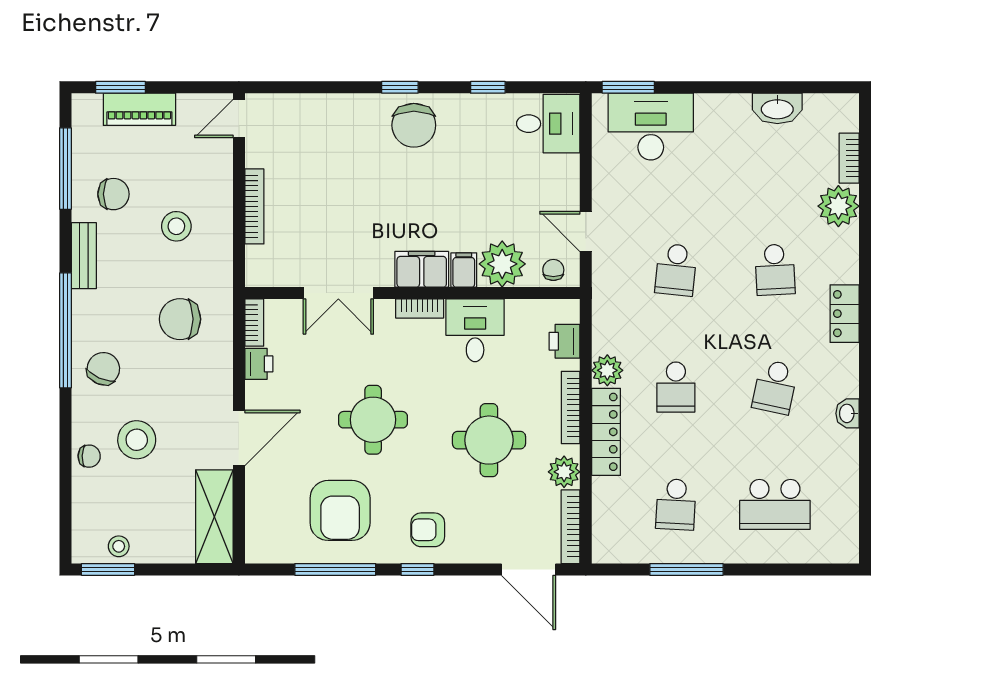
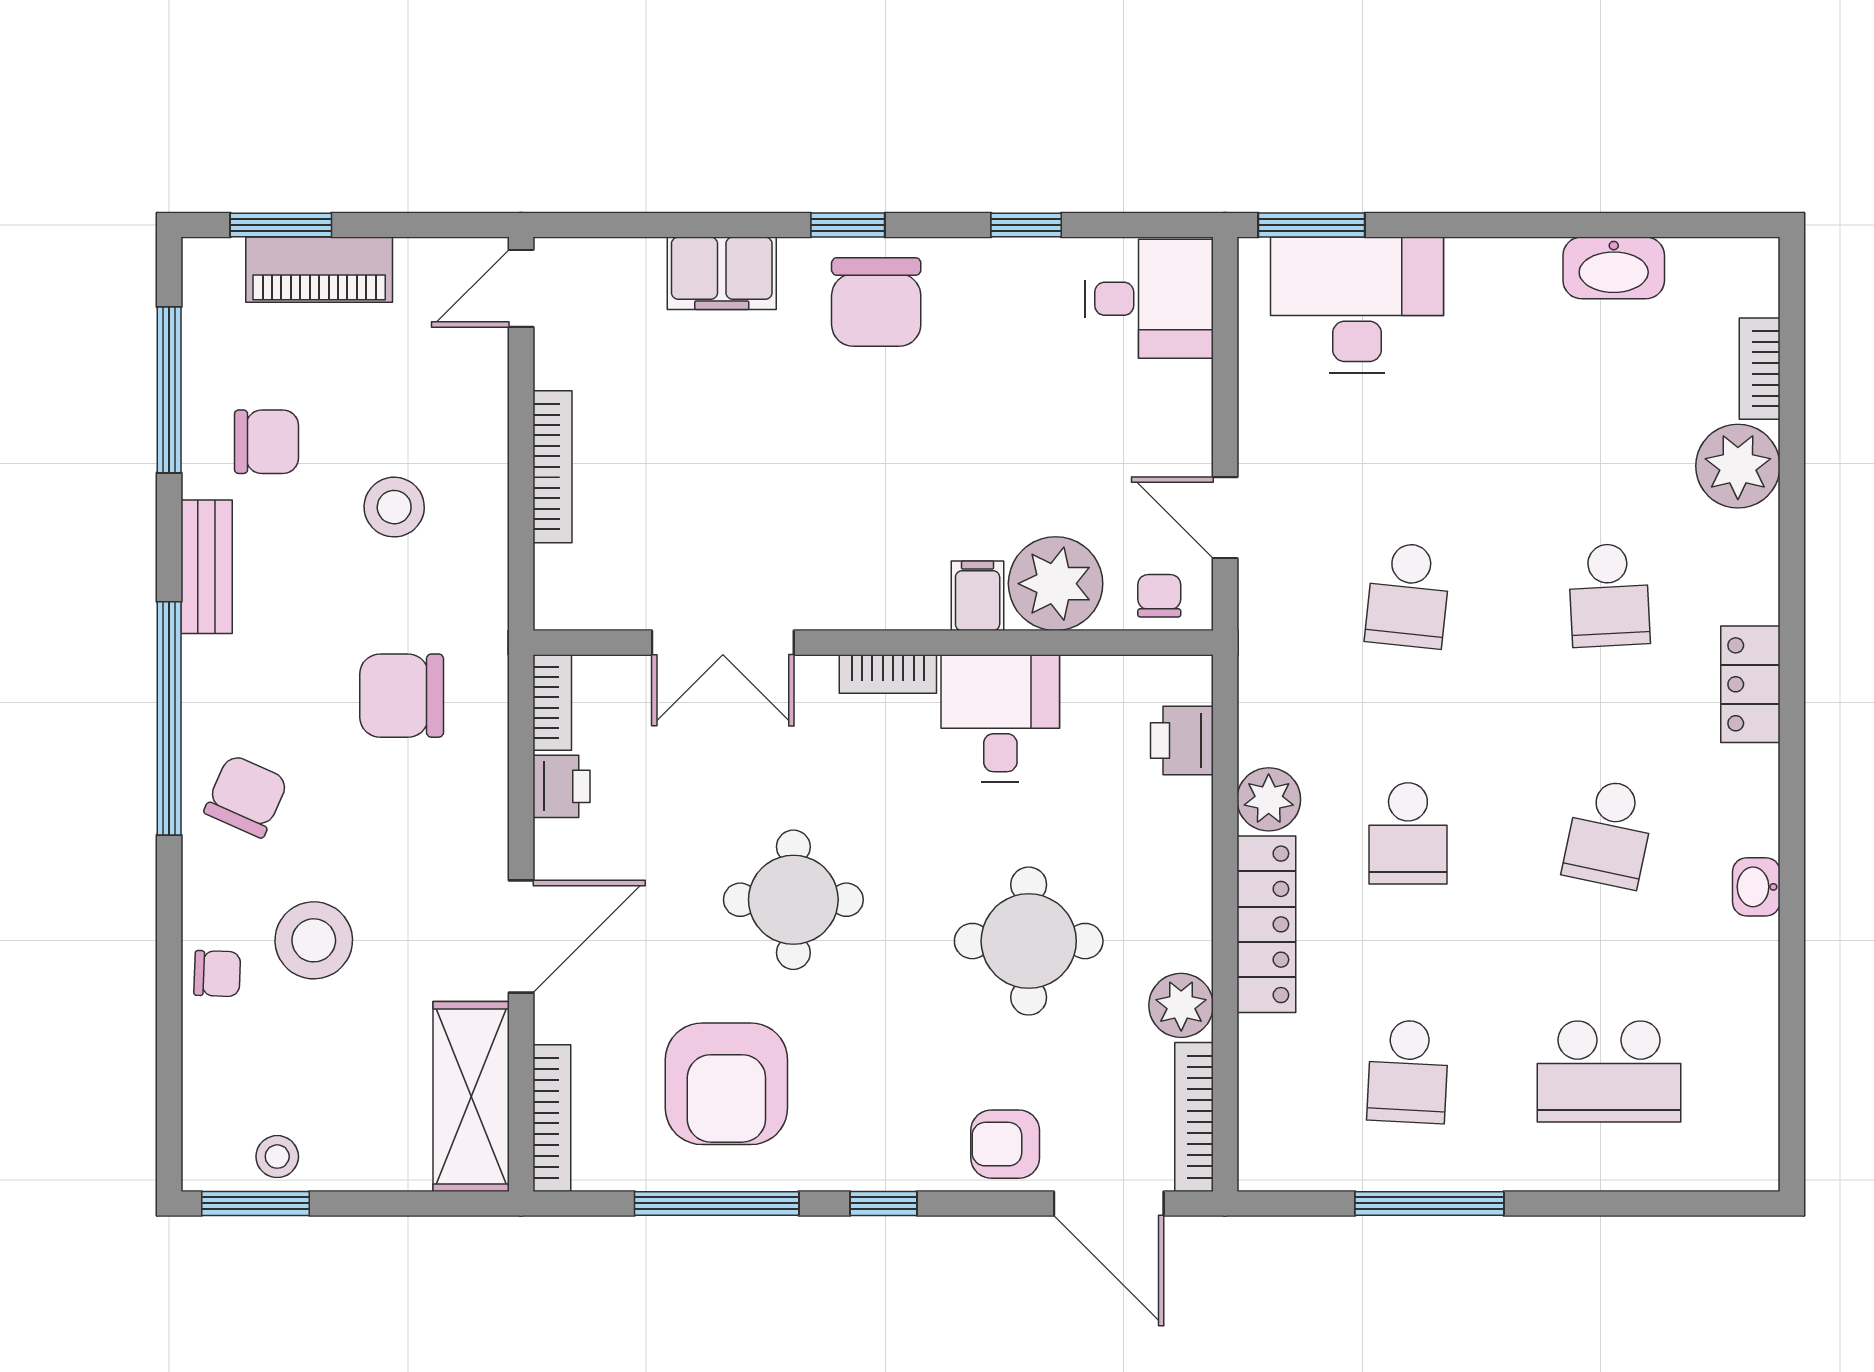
filing cabinet: (422, 269) -> (722, 273), moved, turned 180
bookcase: (571, 408) -> (552, 1118), moved, turned 180
armchair: (428, 530) -> (1005, 1144), moved

